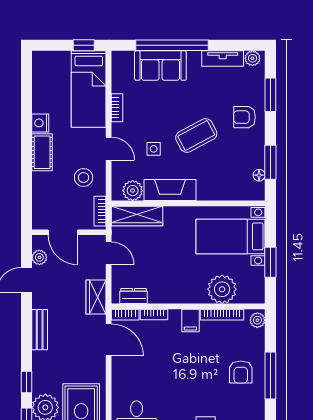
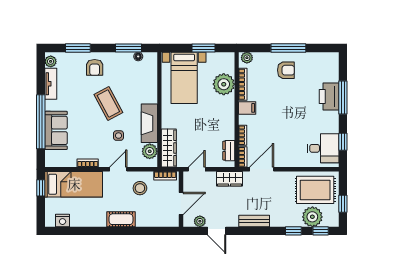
nightstand: (40, 123) -> (63, 221), moved

